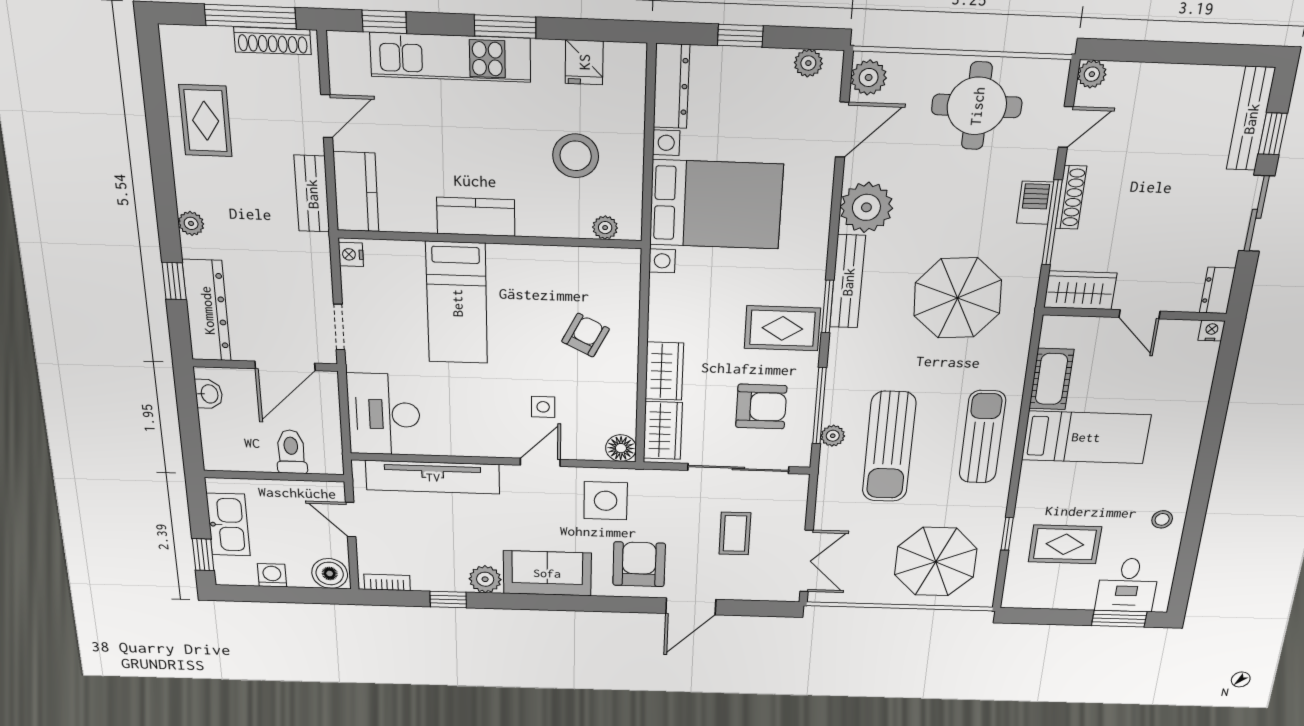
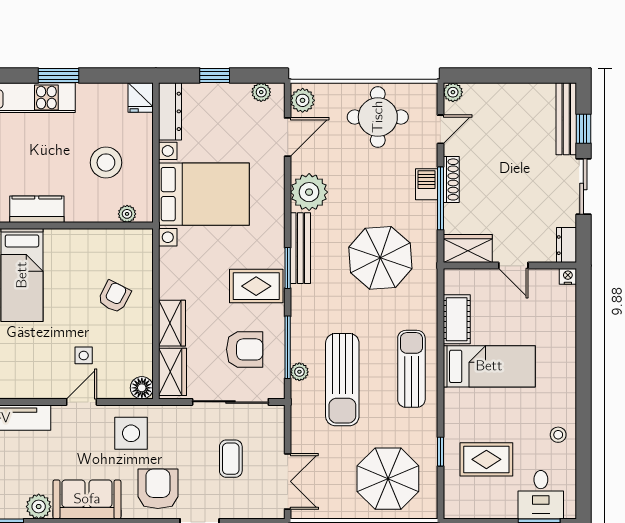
fridge: (584, 62) -> (141, 97), moved

